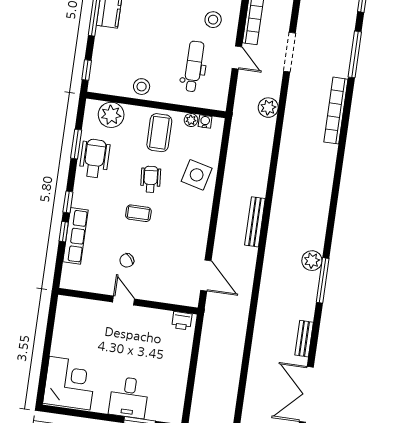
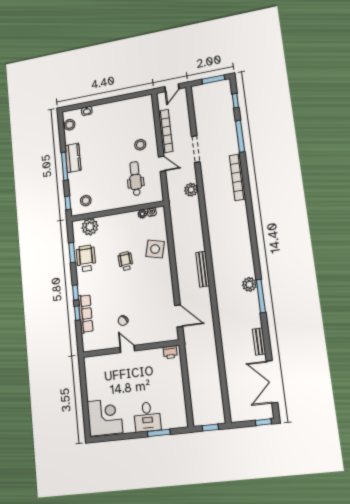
stool: (142, 87) -> (86, 201), moved
coffee table: (159, 133) -> (124, 229), removed
coffee table: (138, 213) -> (123, 286), removed

